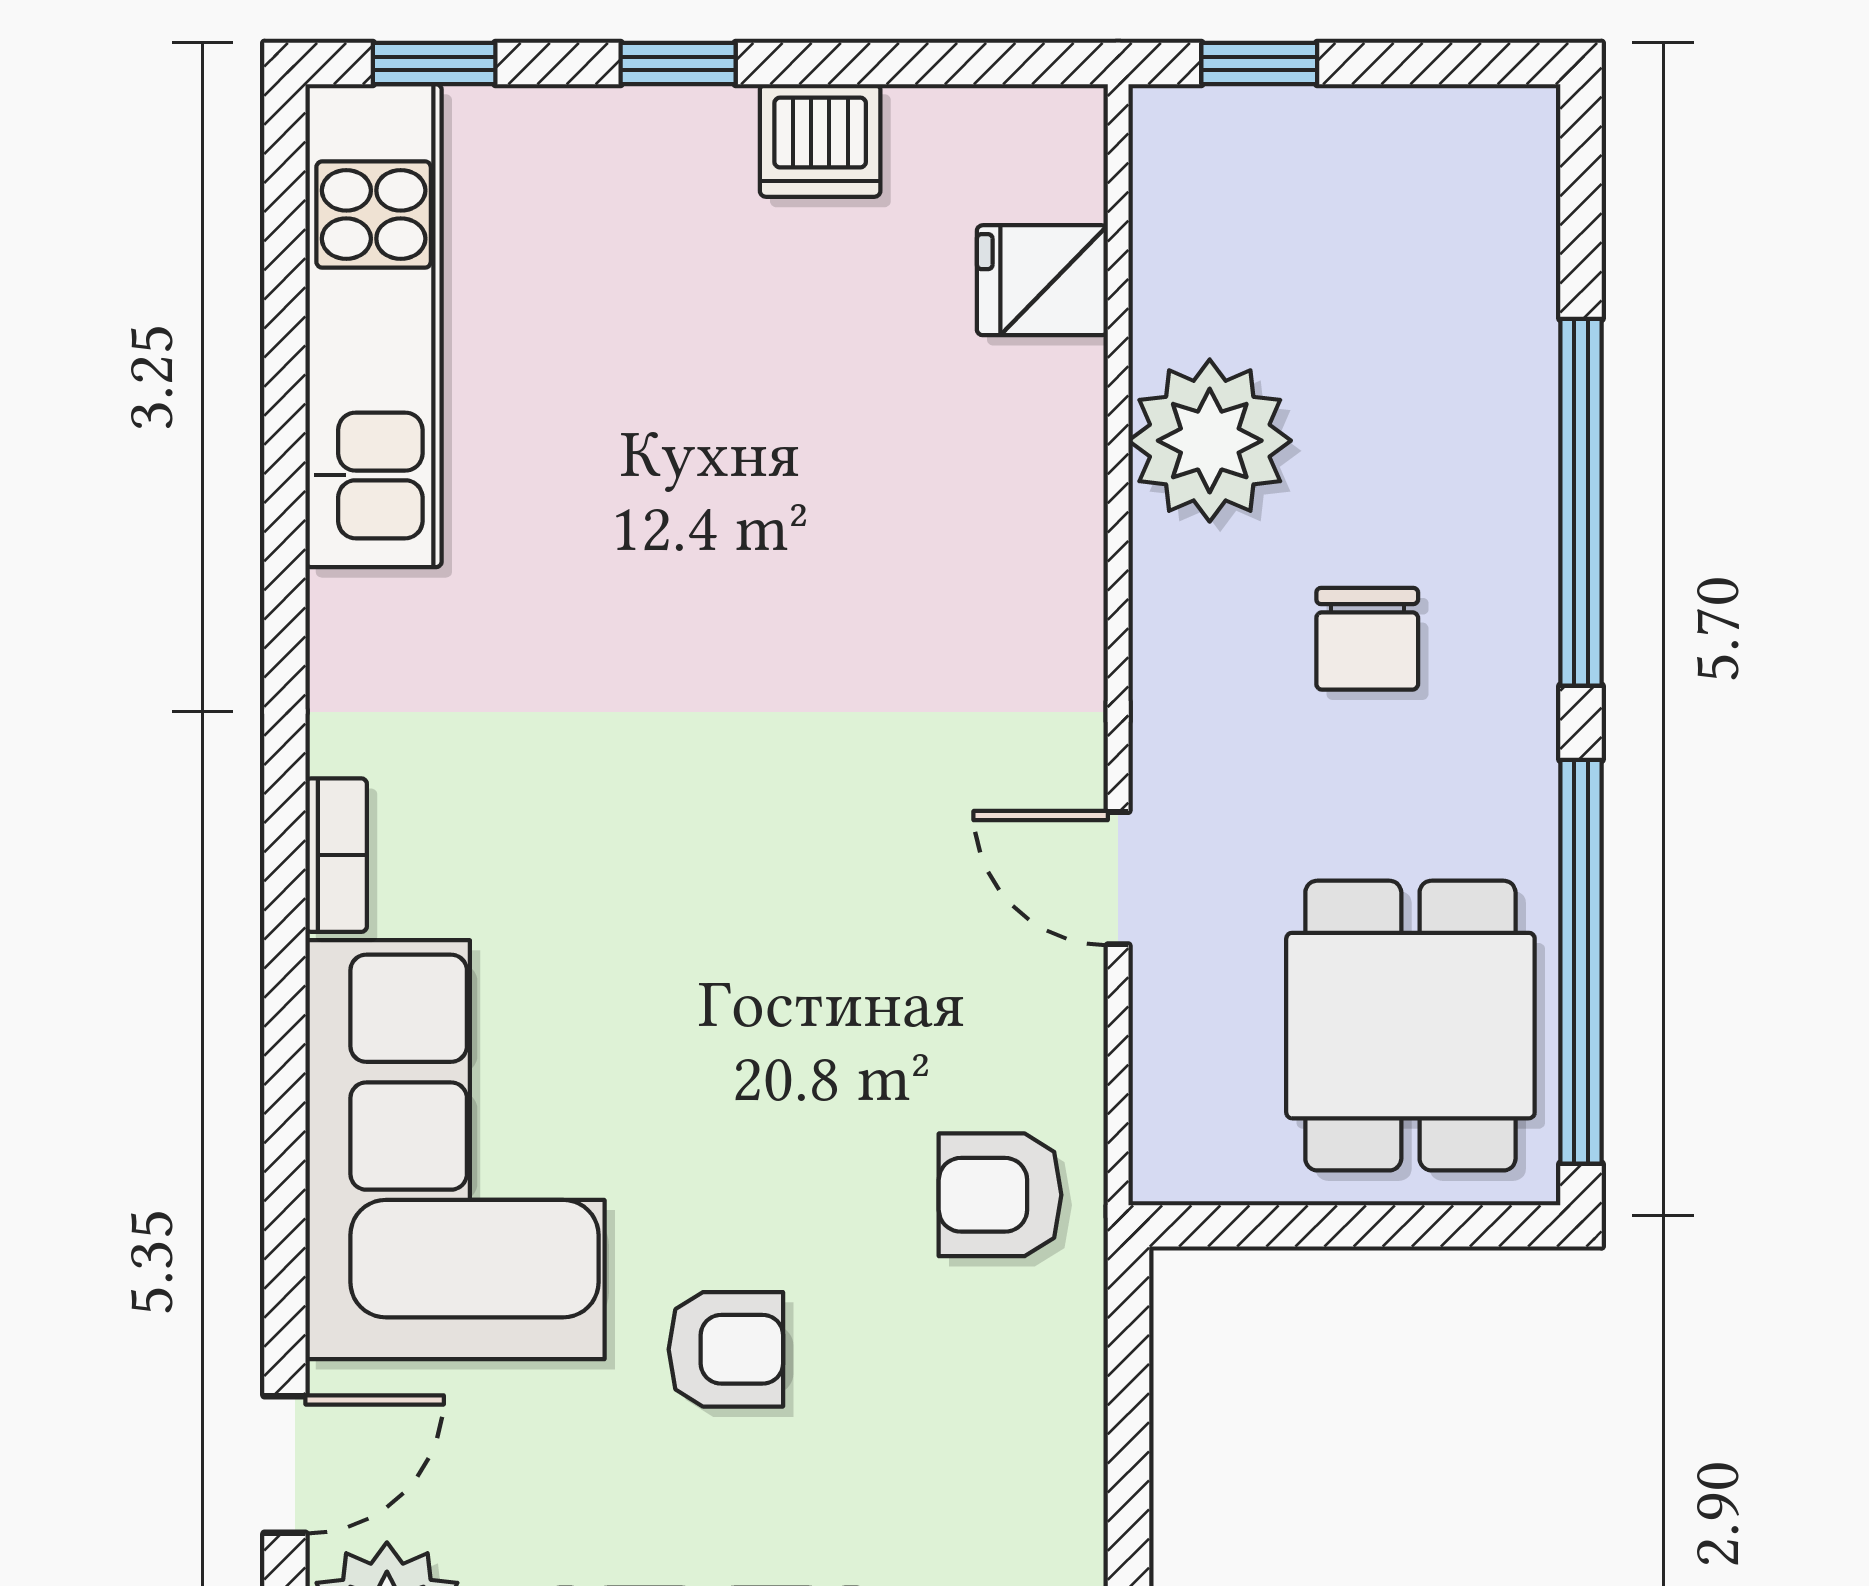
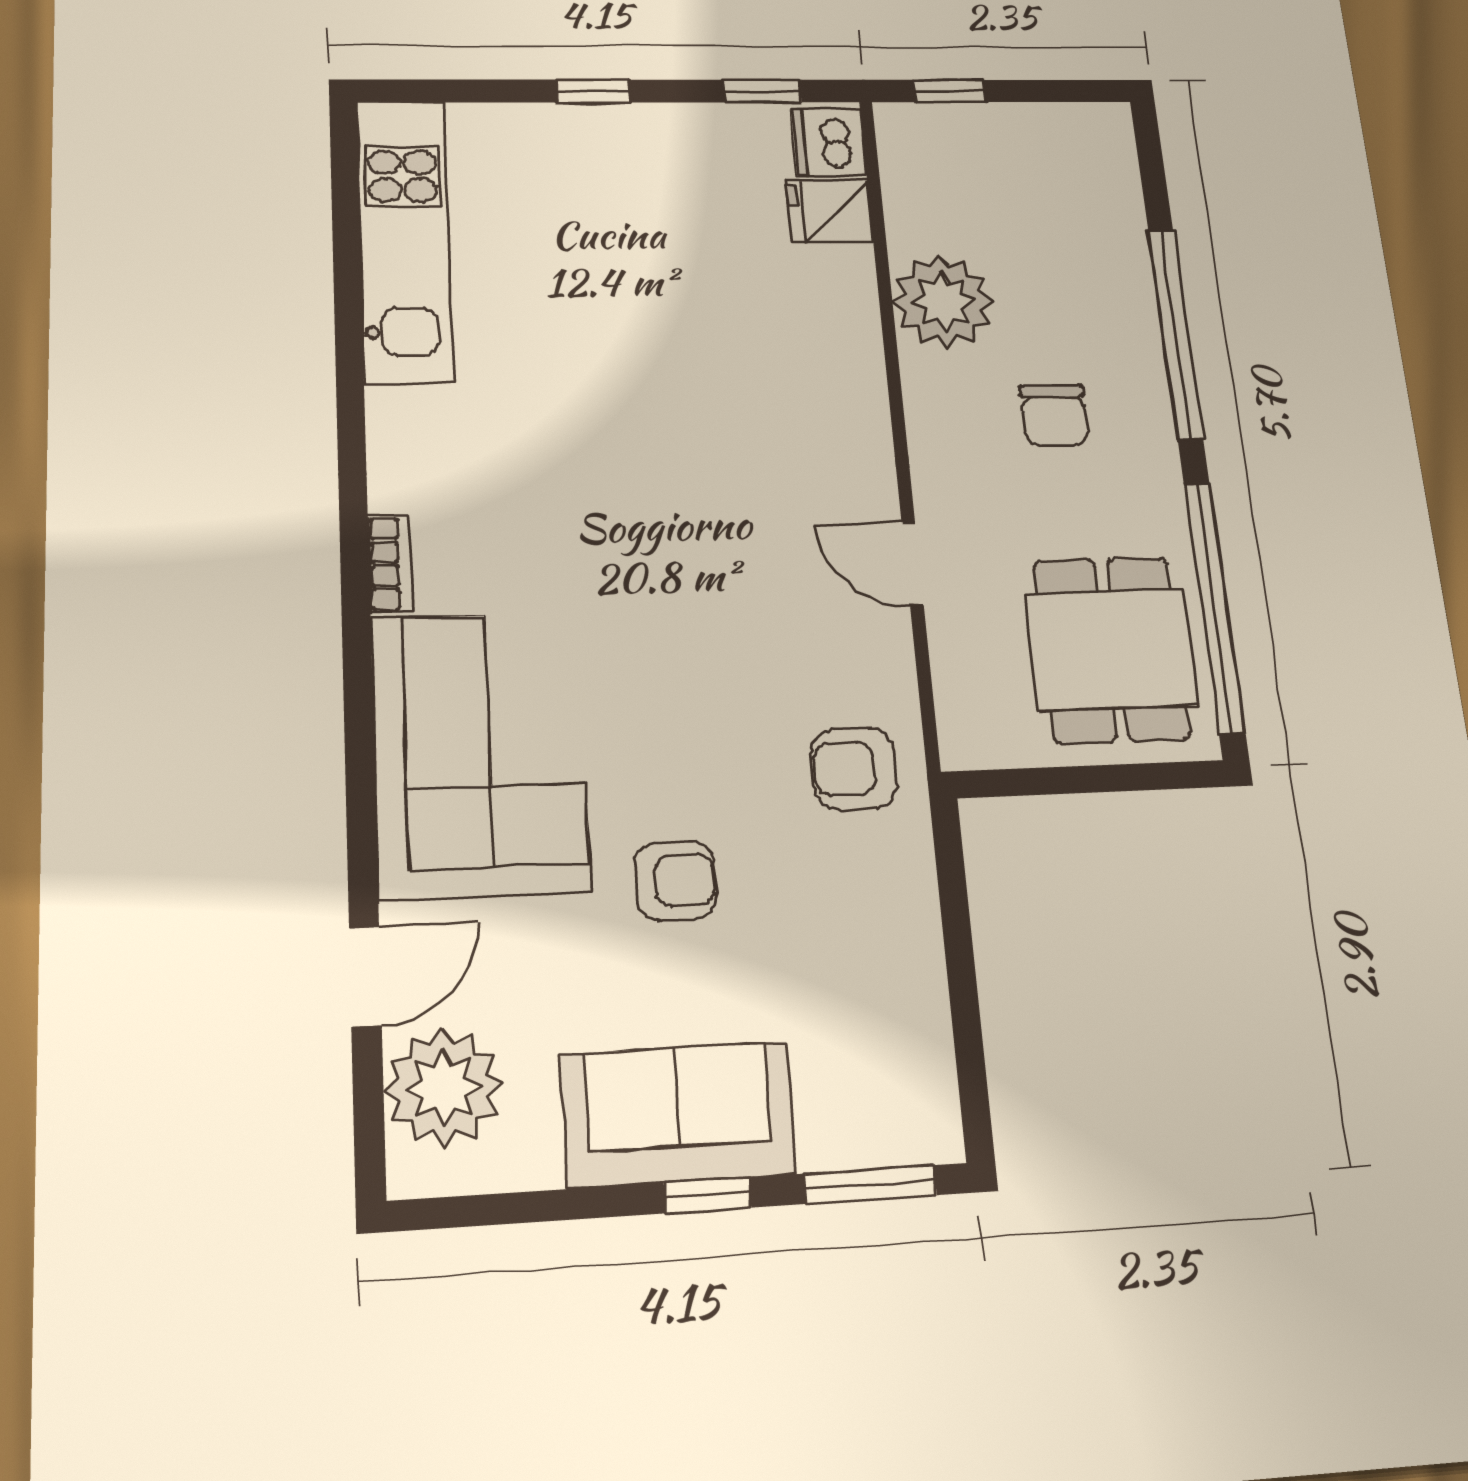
window: (434, 63) -> (763, 91), moved
dishwasher: (820, 140) -> (829, 142), moved, turned 90

